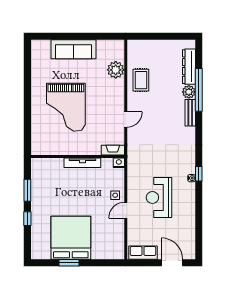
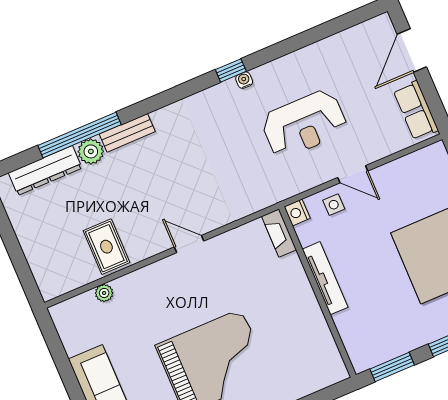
plant: (116, 70) -> (104, 293), width x0.53, depth x0.53
rug: (141, 80) -> (106, 247), turned 90
fireplace: (113, 150) -> (279, 233), moved
wall: (78, 156) -> (317, 292), moved
tv unit: (82, 163) -> (325, 278), moved
nightstand: (119, 163) -> (297, 212), moved

